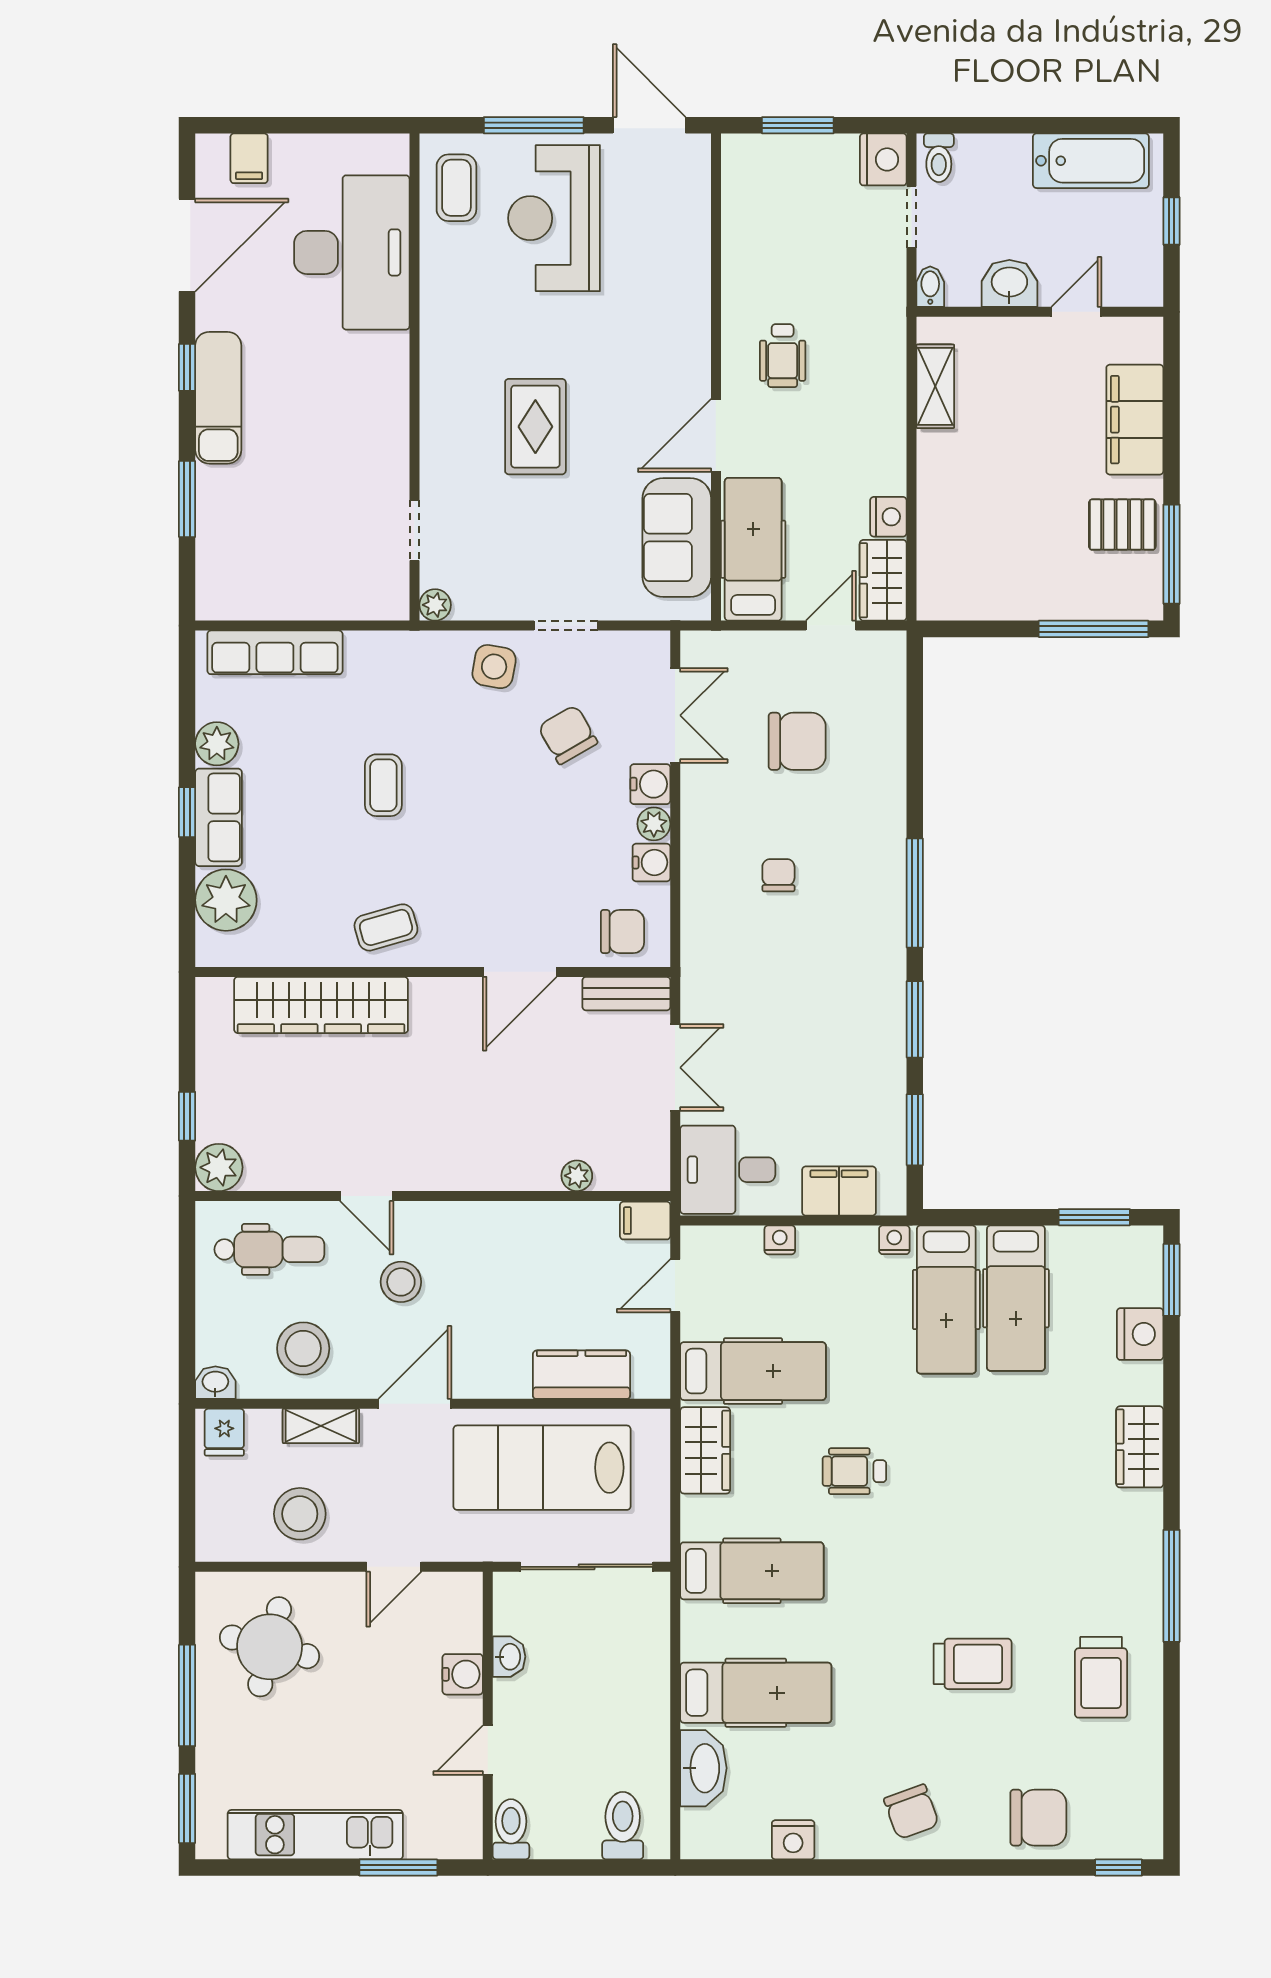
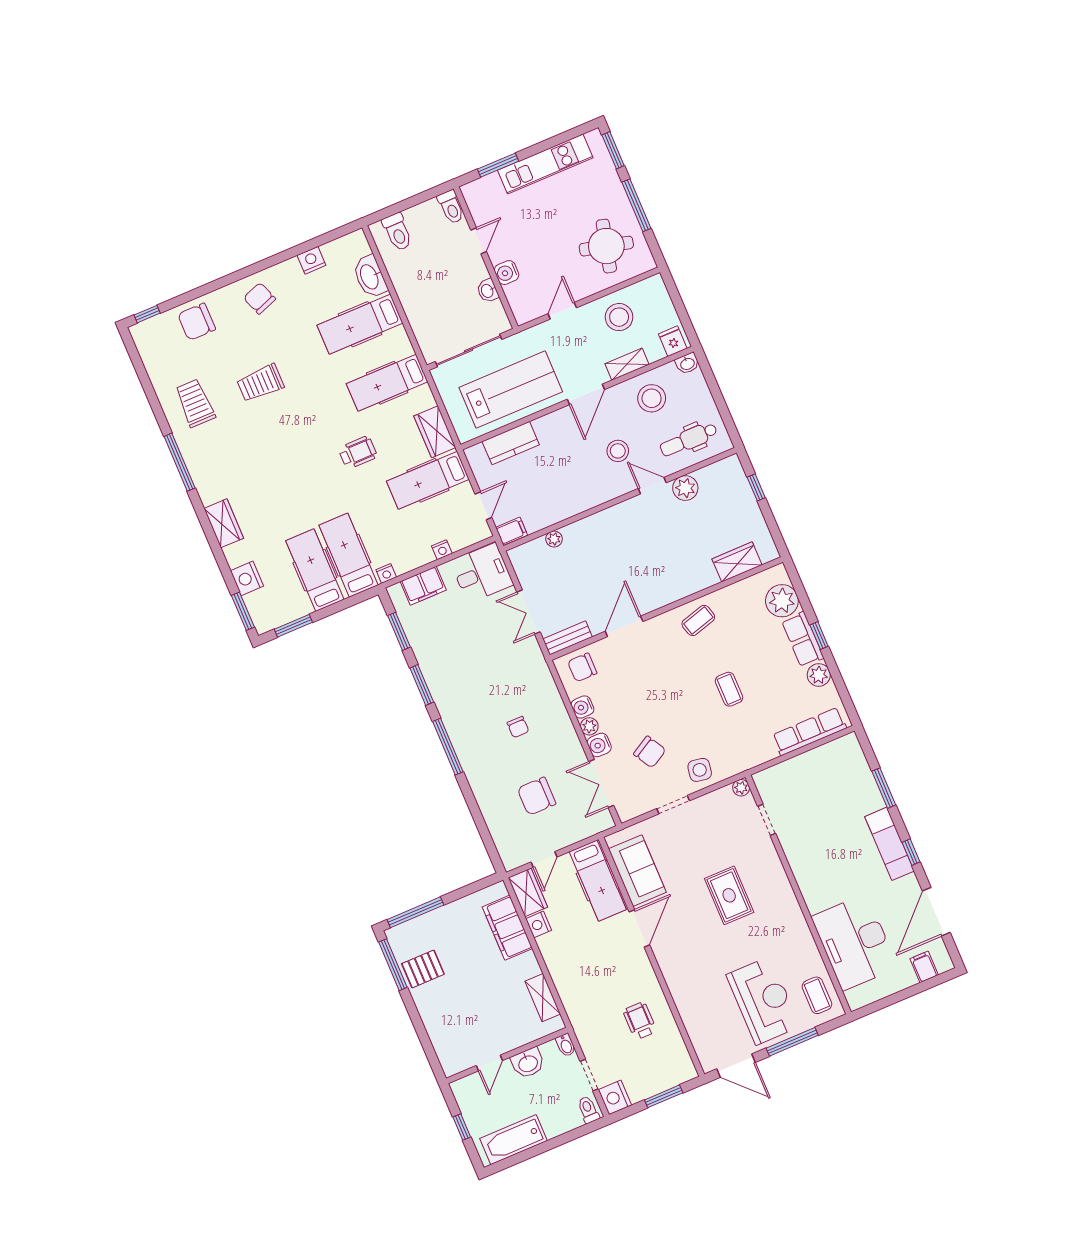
wheelchair: (783, 356) -> (640, 1021), moved
filing cabinet: (1135, 420) -> (507, 928), moved, turned 180
wardrobe: (321, 1005) -> (737, 562), width x0.48, depth x0.85
plant: (219, 1167) -> (685, 488), moved

